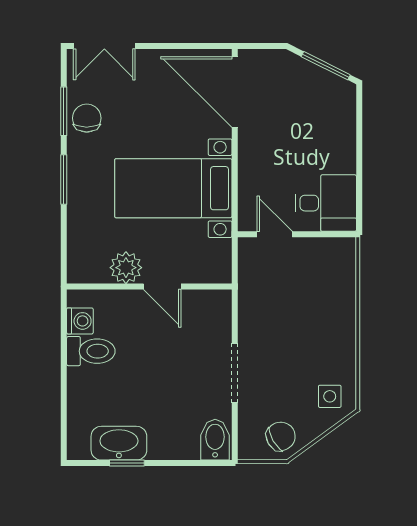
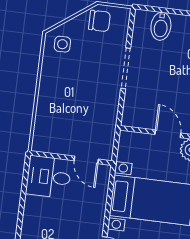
chair: (281, 436) -> (99, 21), turned -150
bidet: (215, 440) -> (161, 26), moved

